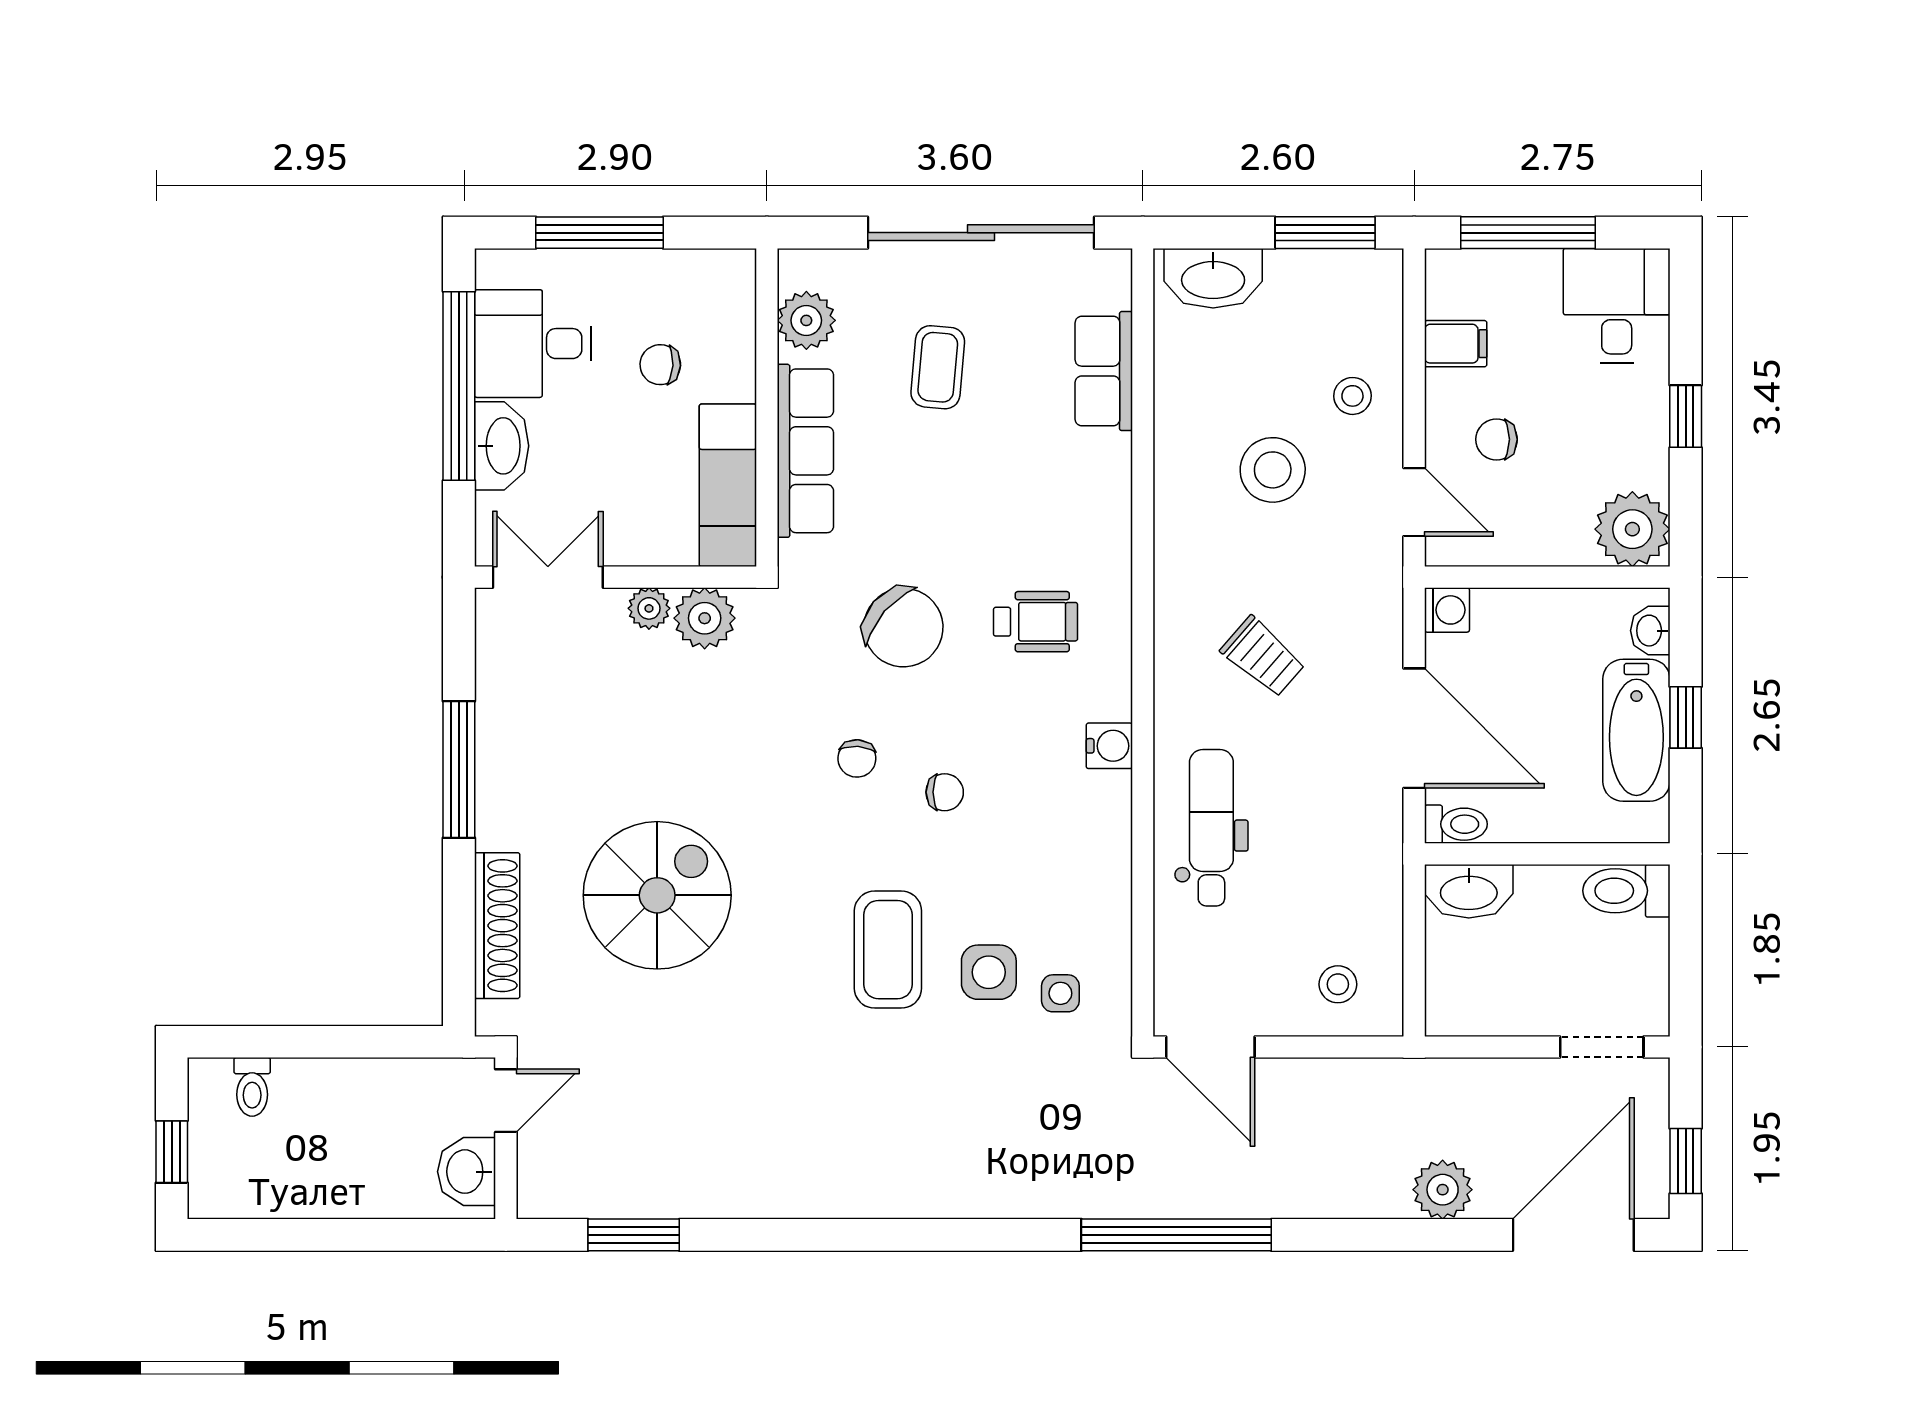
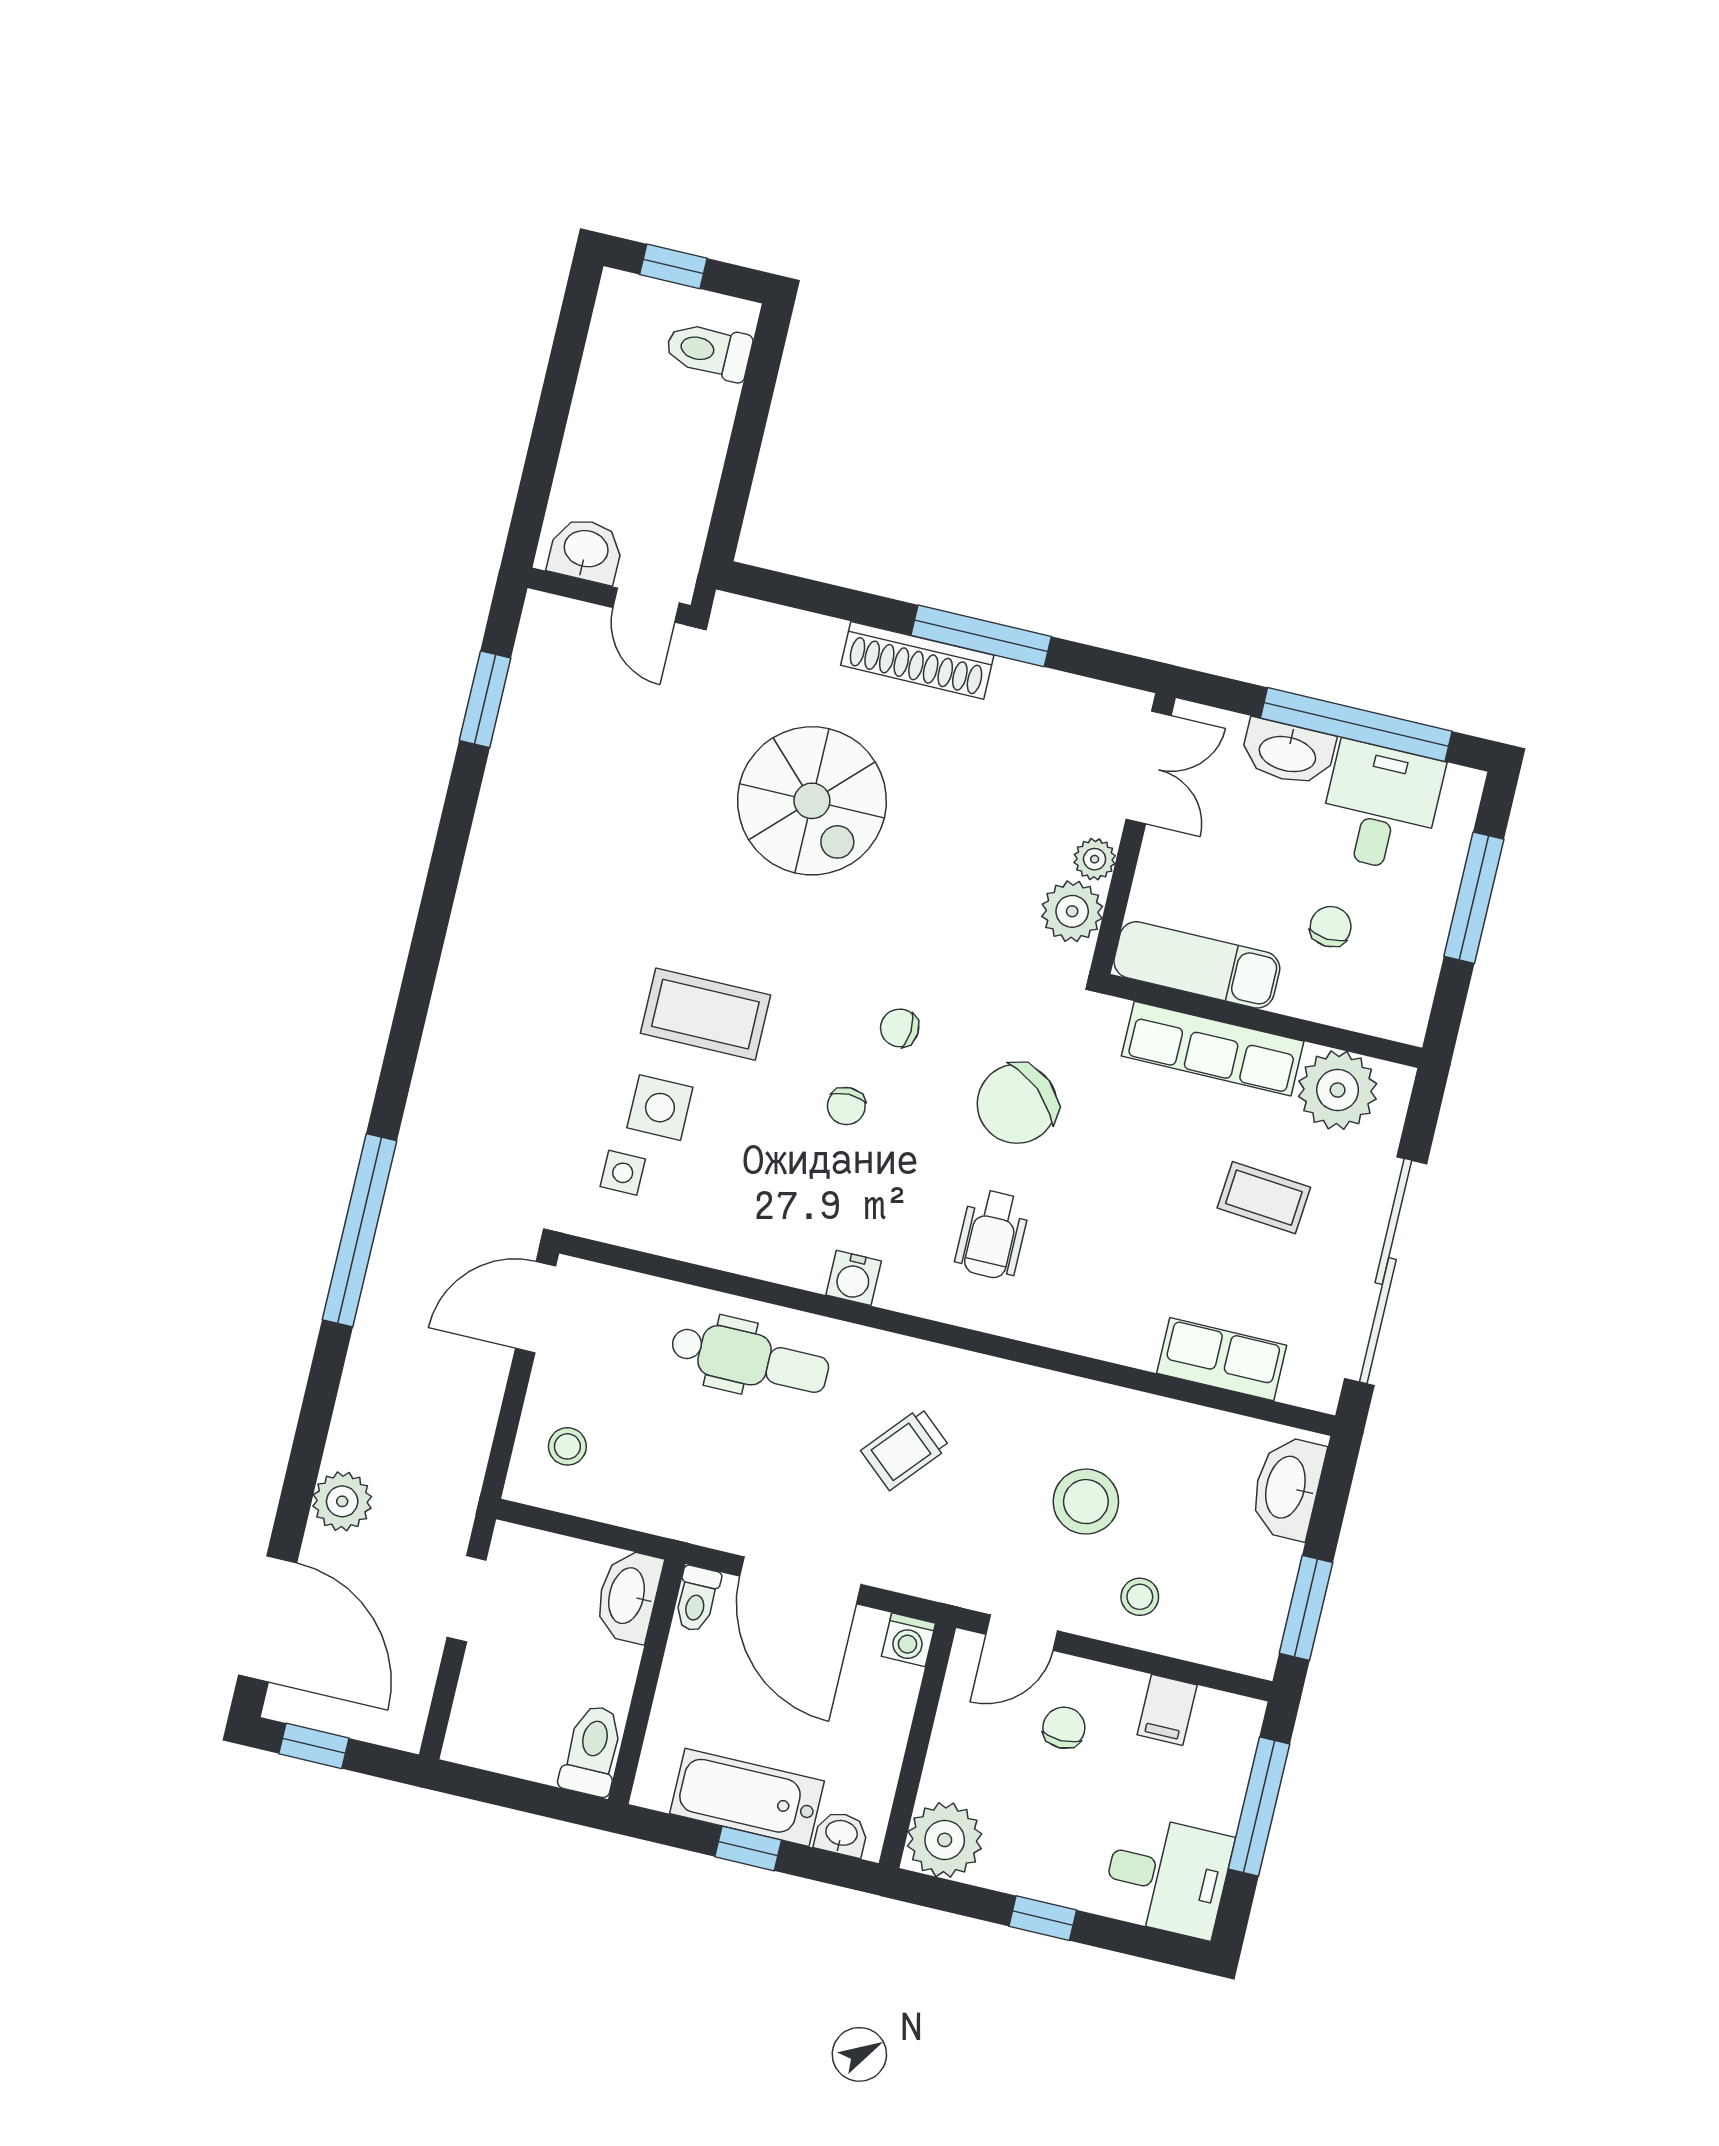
plant: (806, 320) -> (1338, 1090), width x1.36, depth x1.36
door: (1414, 728) -> (800, 1580), hinge flipped
shoe rack: (497, 926) -> (917, 660), moved
doorway: (1602, 1047) -> (467, 1599), moved
toilet: (252, 1087) -> (709, 351), width x1.37, depth x1.39

